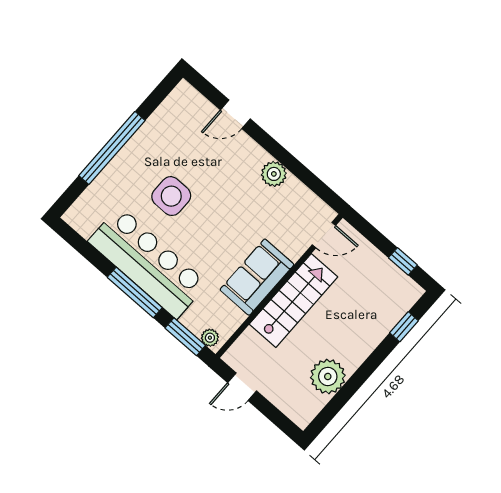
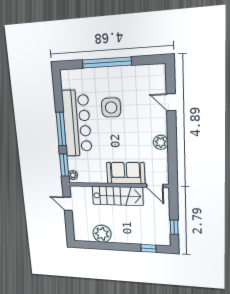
sofa: (257, 277) -> (126, 173), moved

